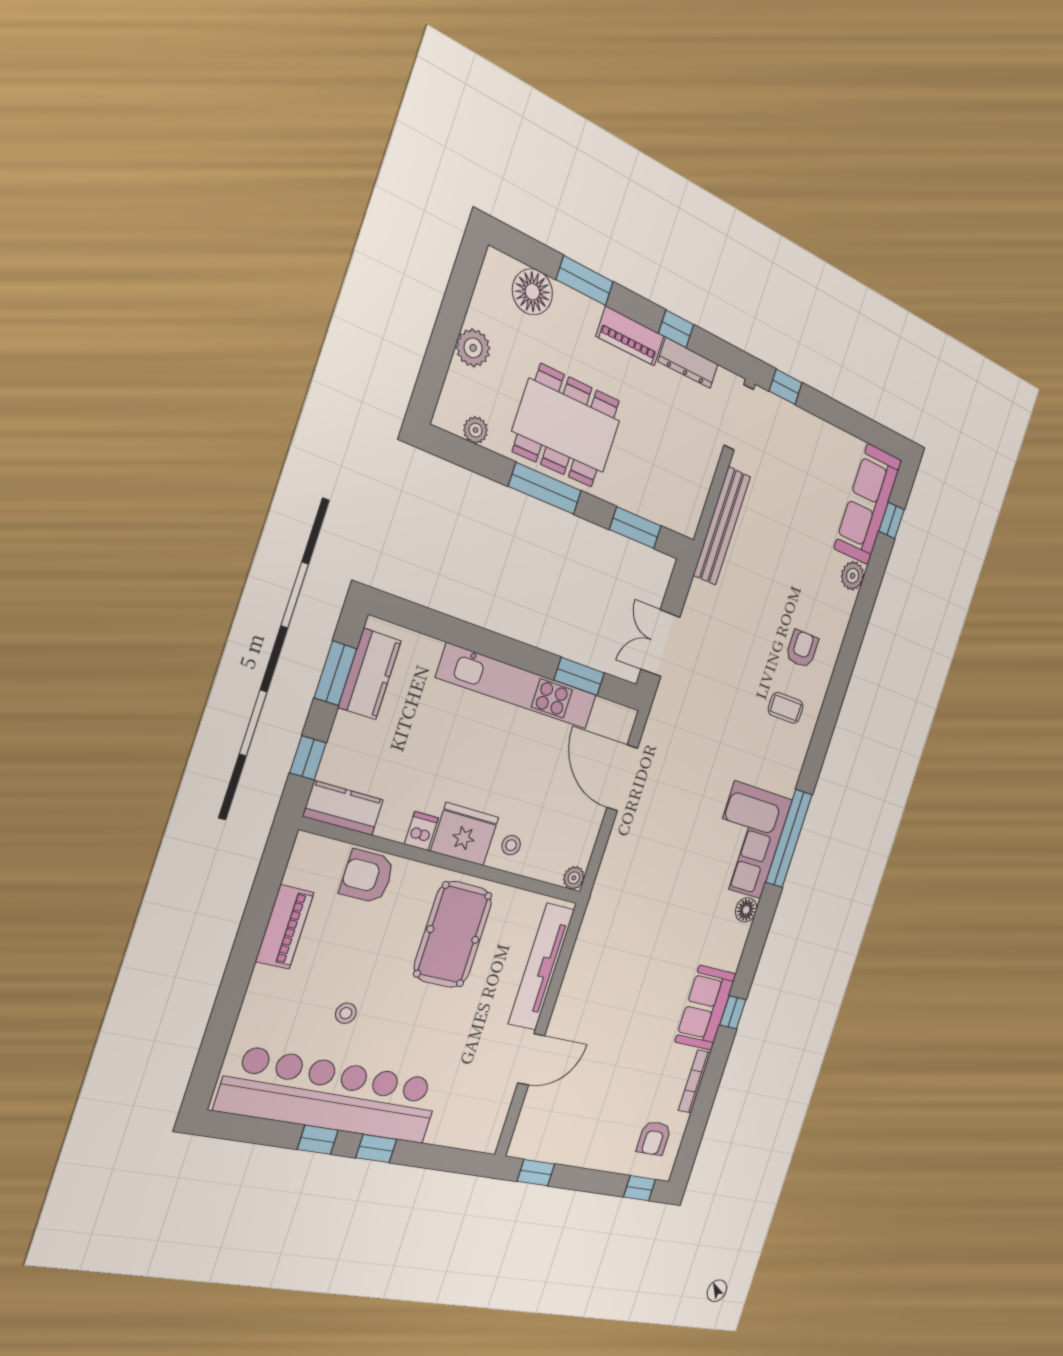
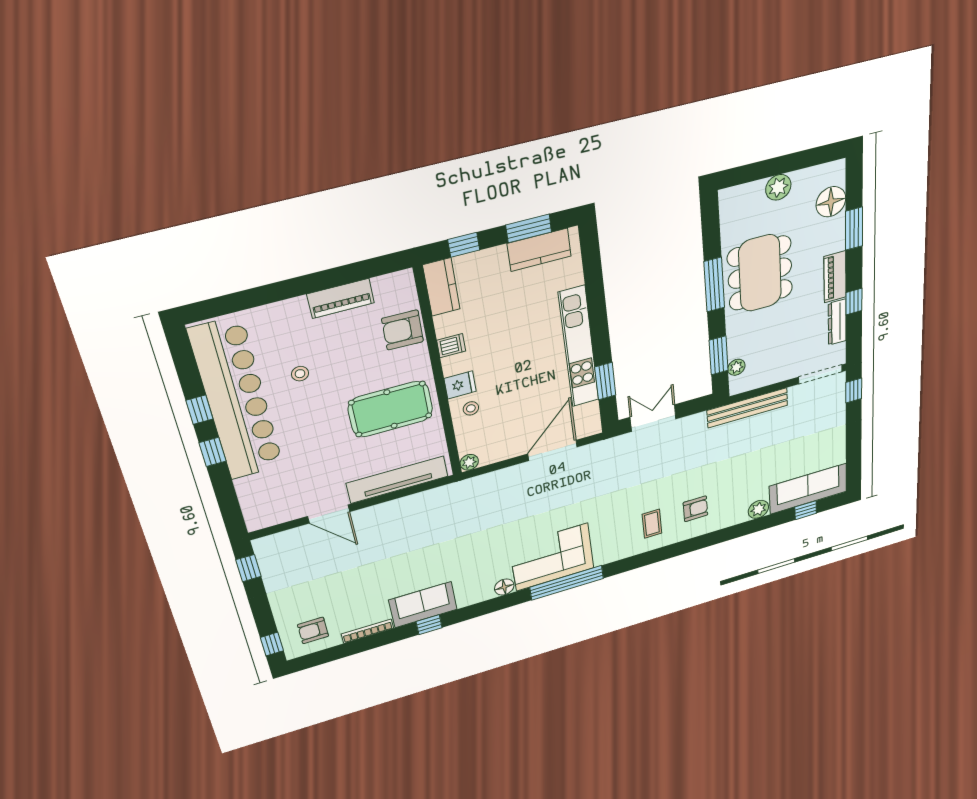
plant: (476, 430) -> (736, 367), moved
fridge: (465, 834) -> (460, 385), width x0.53, depth x0.75
armchair: (367, 876) -> (403, 330), turned -89

